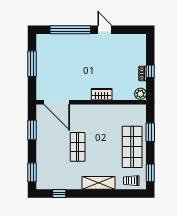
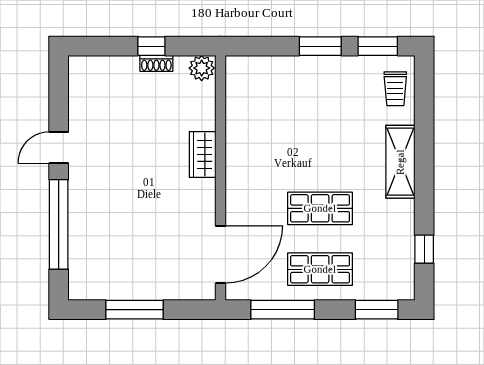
window: (32, 130) -> (283, 310), width x1.44
window: (150, 132) -> (320, 46), moved
shop shelf: (132, 147) -> (320, 269), moved, width x0.70, depth x0.74

